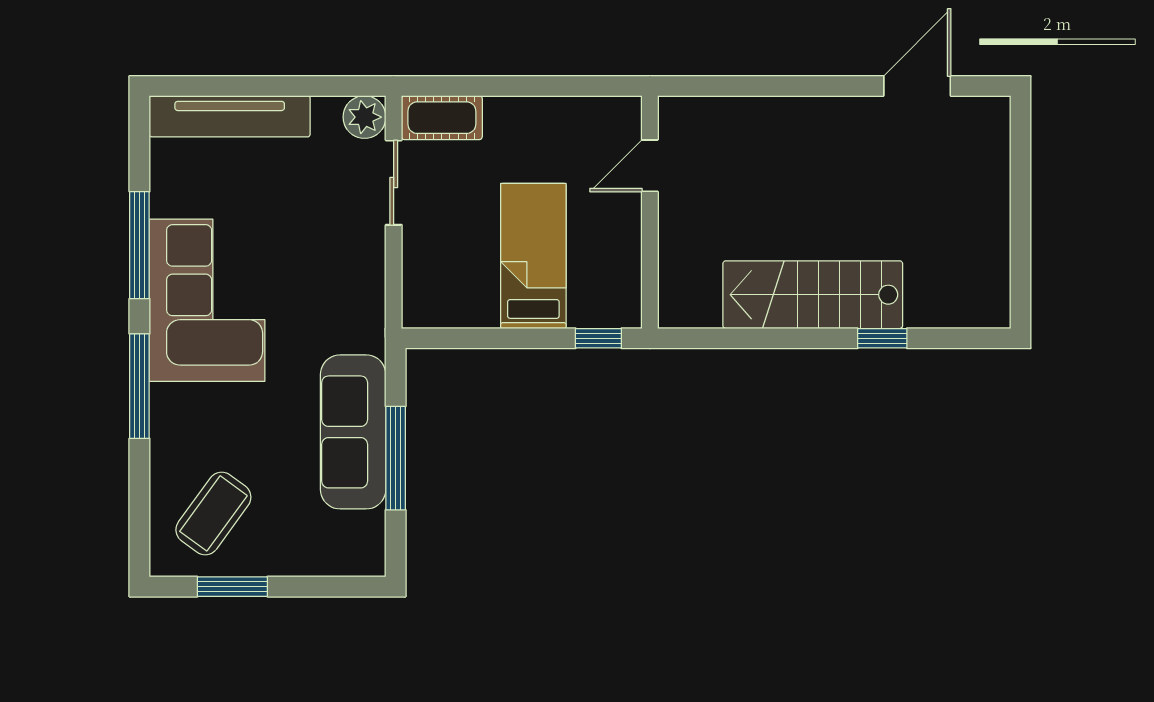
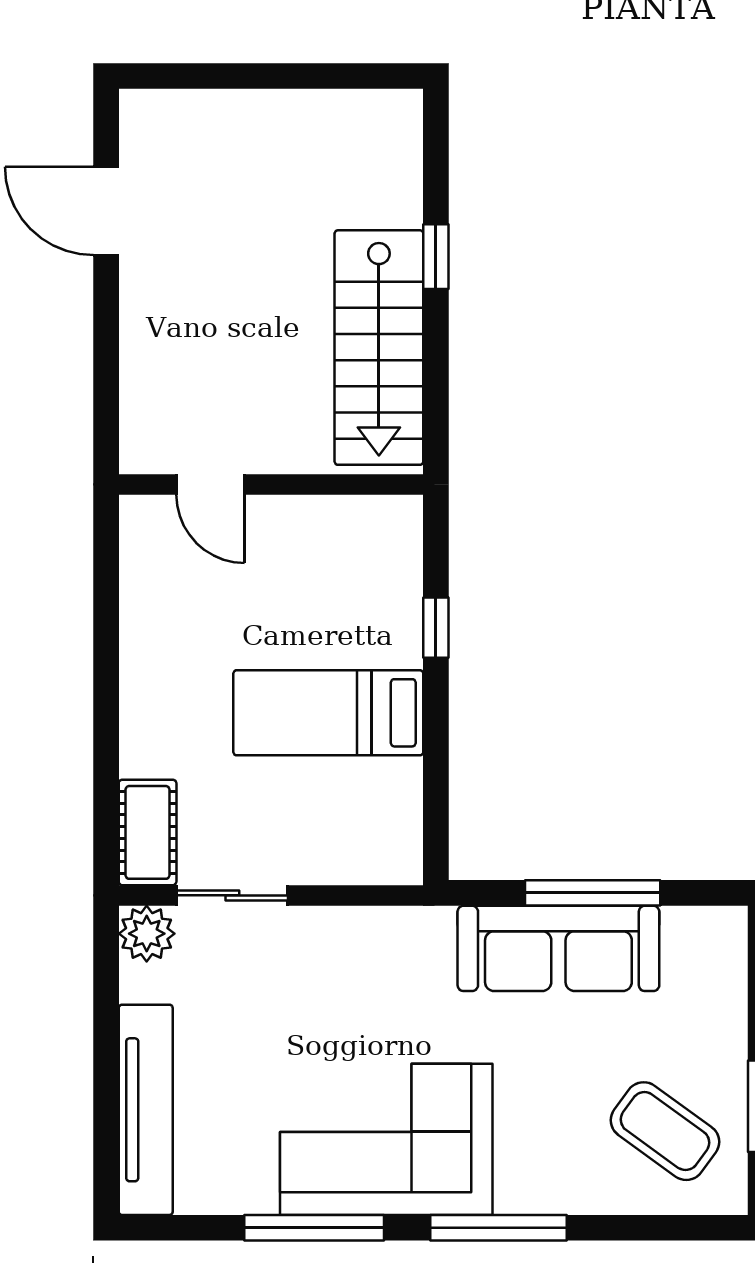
door: (650, 166) -> (210, 484), moved
wall: (650, 212) -> (271, 484), moved

